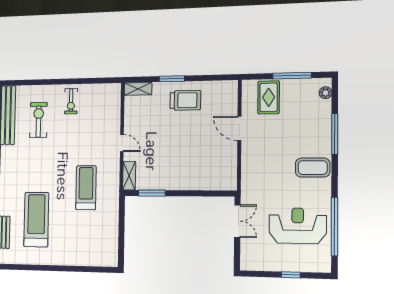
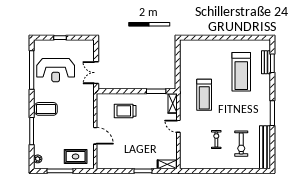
rug: (269, 97) -> (76, 157), turned 90
trolley: (185, 100) -> (125, 111), moved
exercise bike: (71, 101) -> (216, 140), moved

